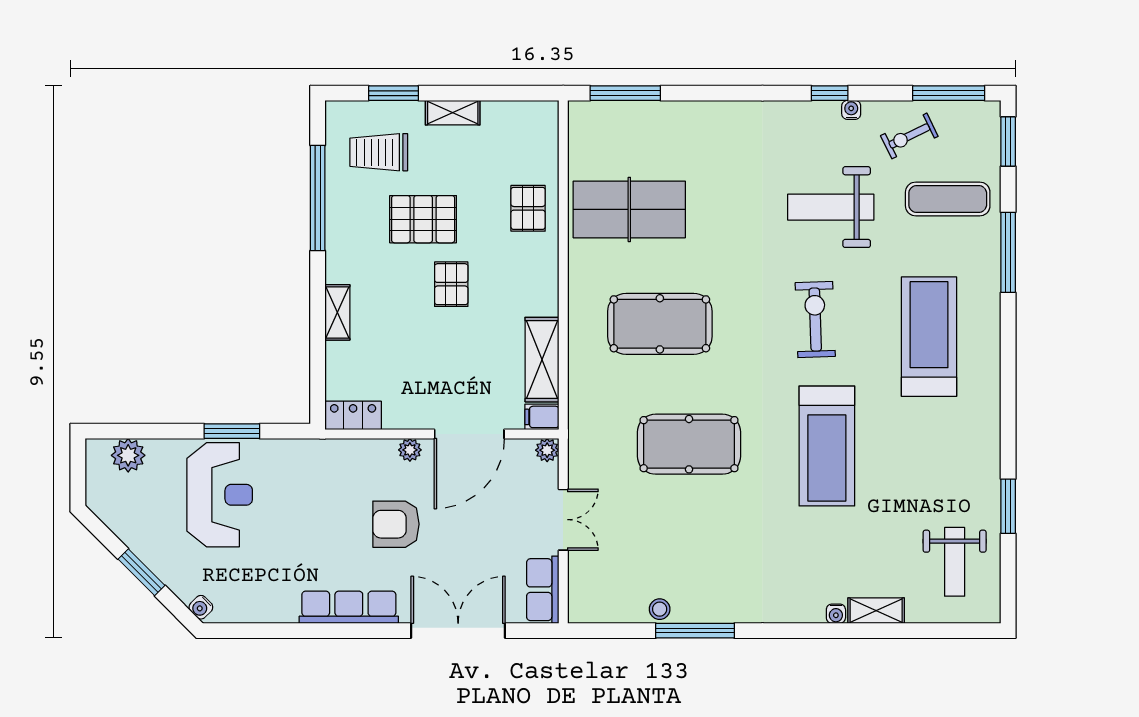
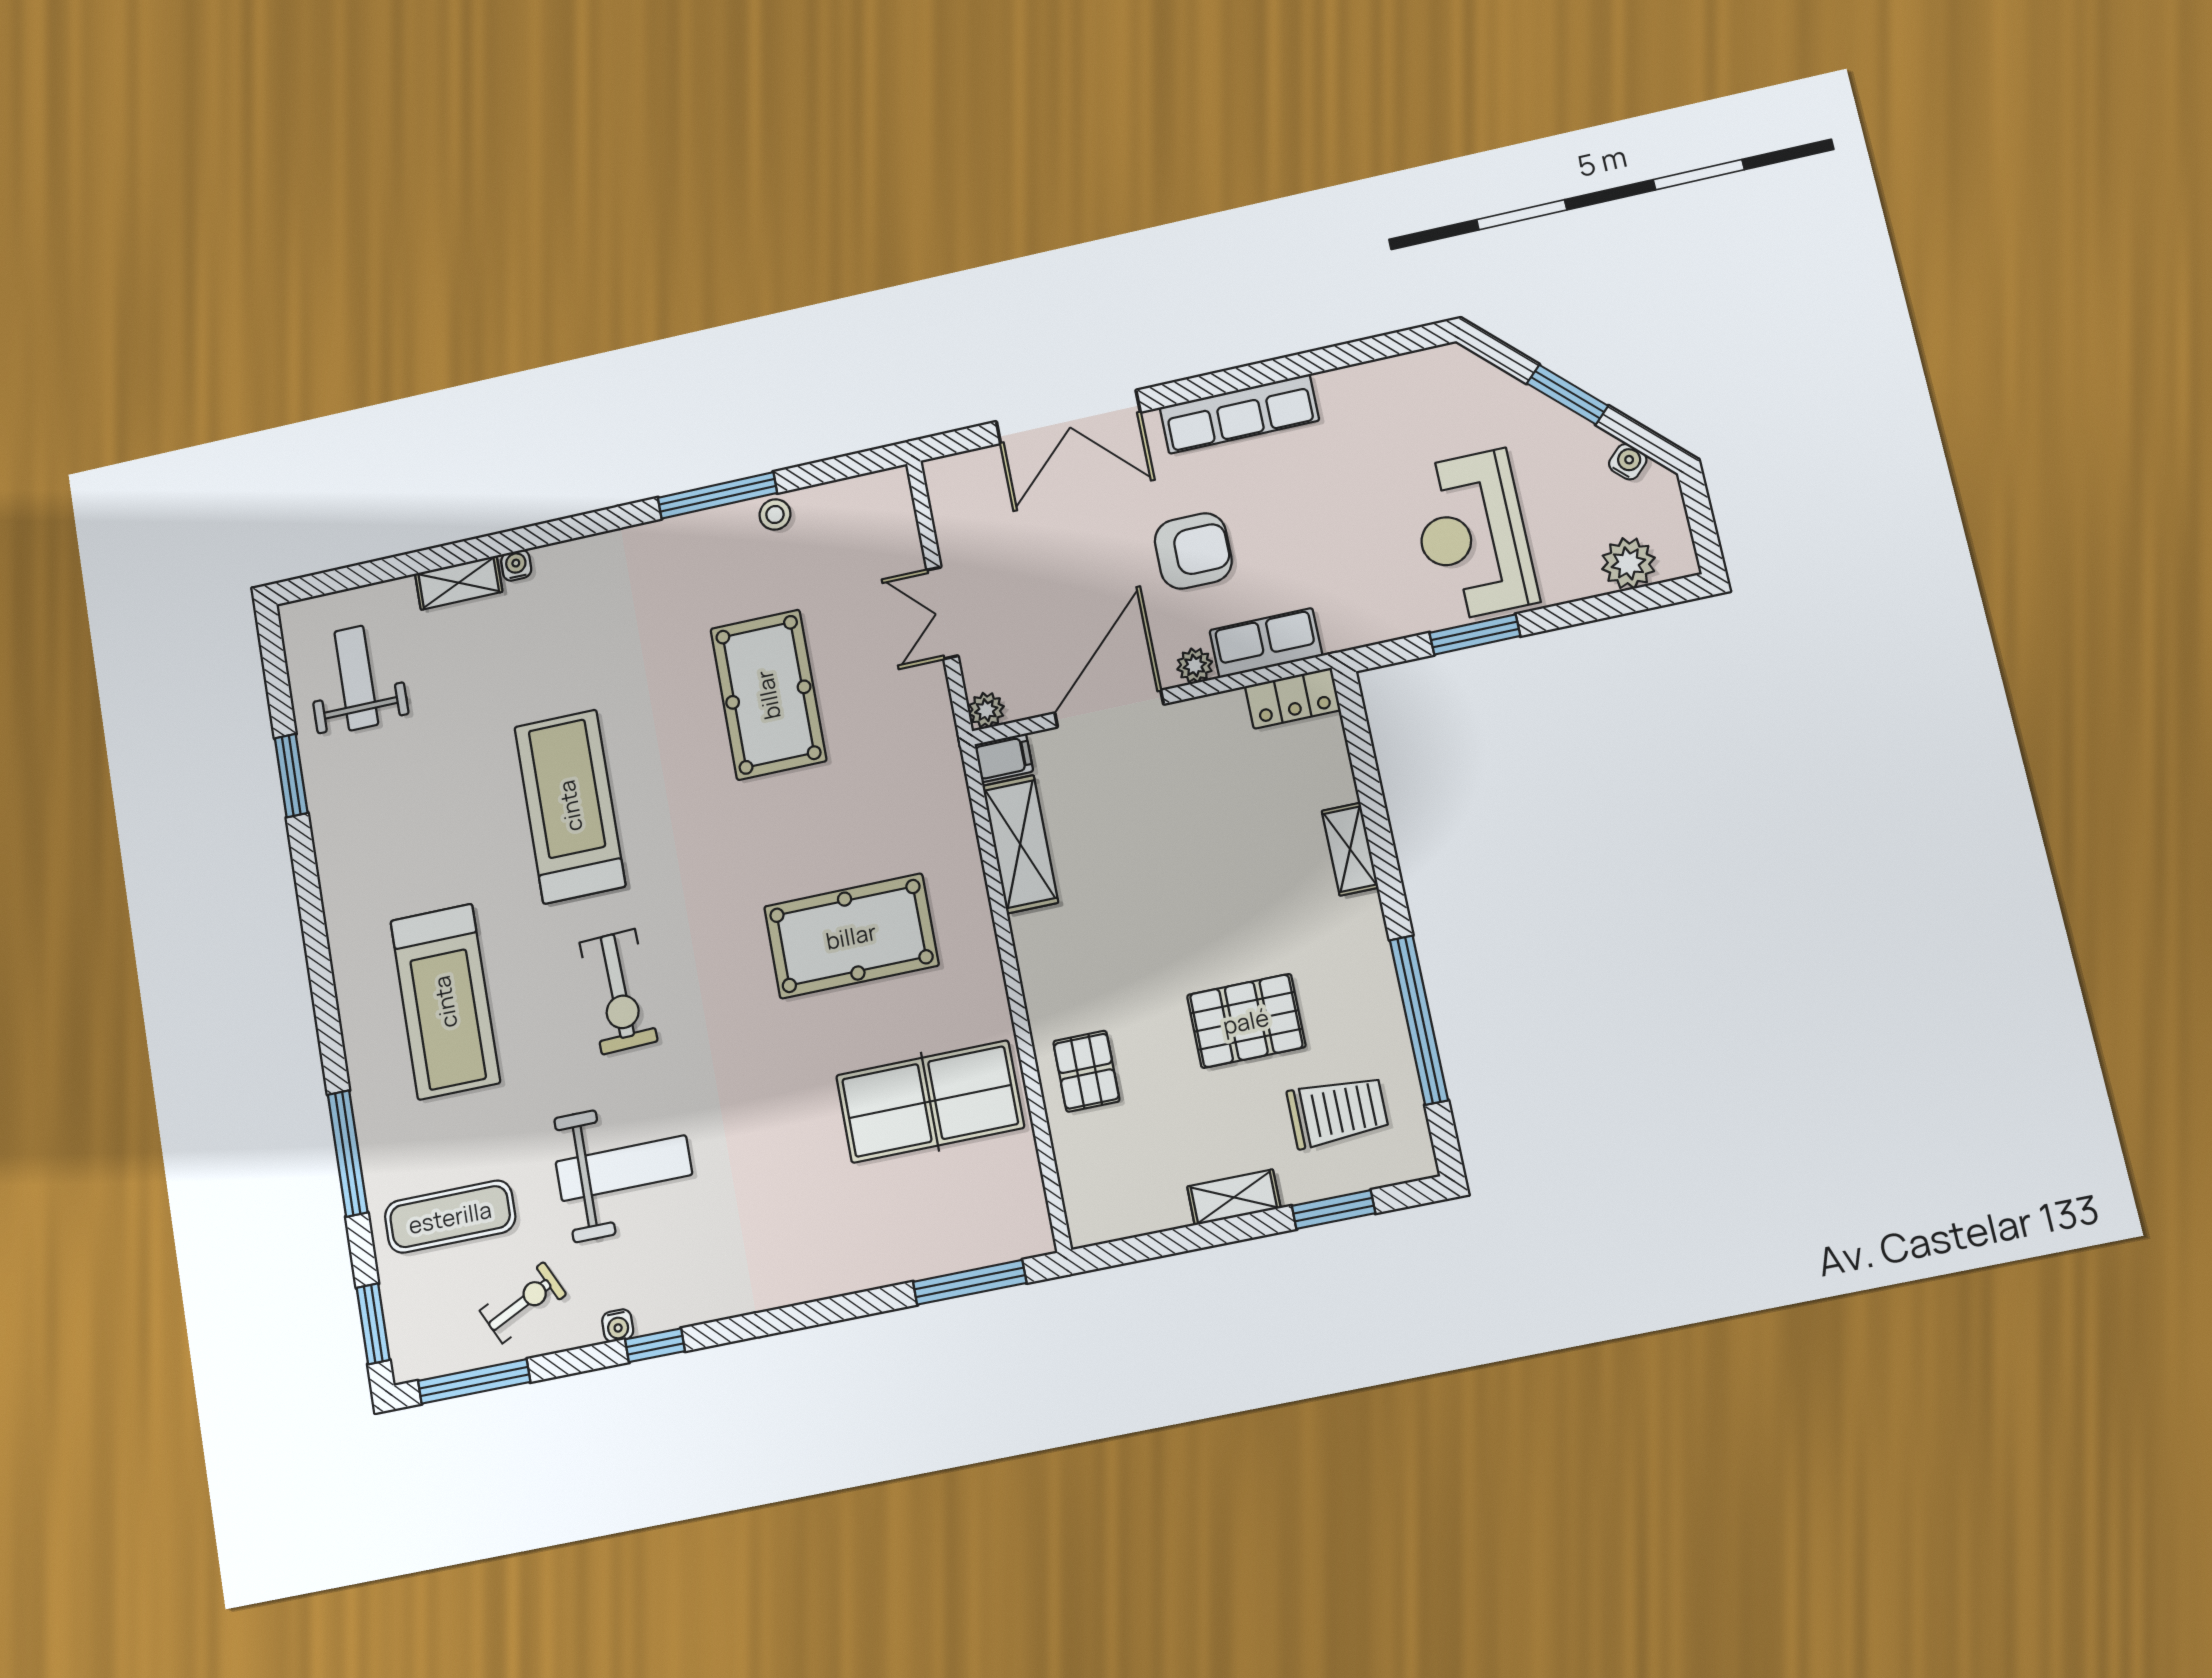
pallet: (451, 284) -> (1182, 930), removed
pool table: (689, 444) -> (768, 695), moved, turned 90
row of seats: (543, 590) -> (1266, 643), moved, turned -90
water cooler: (201, 607) -> (1628, 462), moved

